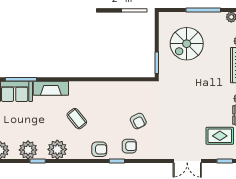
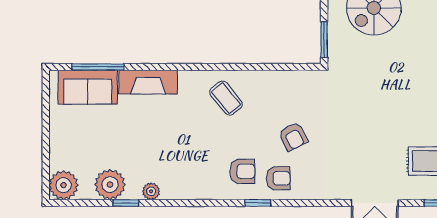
coffee table: (77, 119) -> (226, 98), moved
plant: (57, 149) -> (151, 191), width x0.53, depth x0.53
armchair: (99, 149) -> (242, 171), moved

